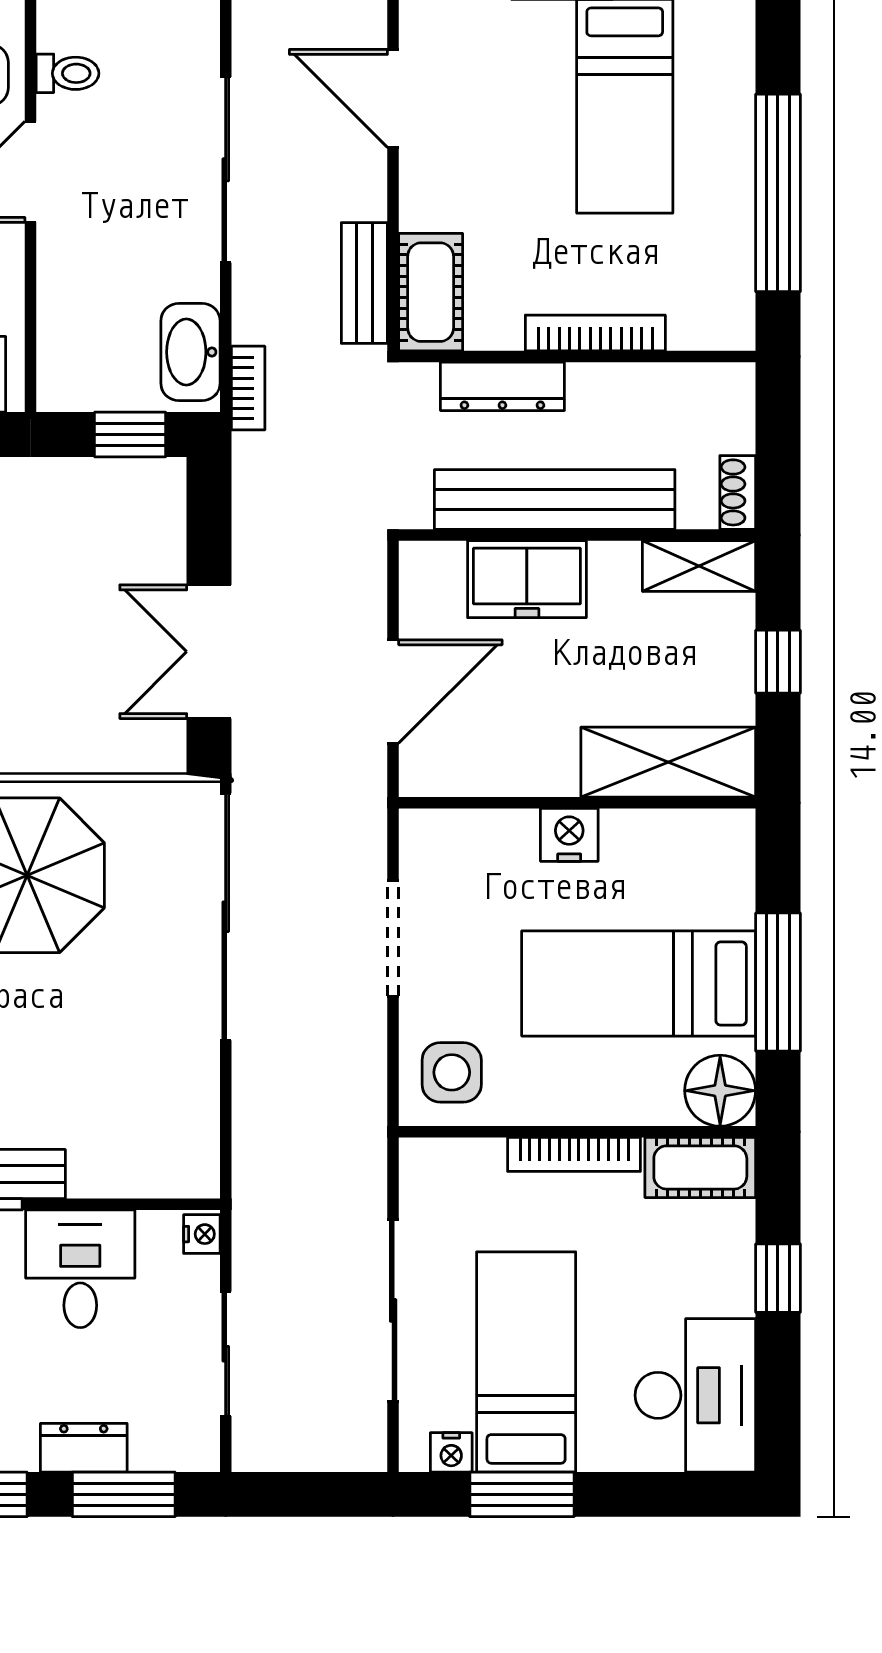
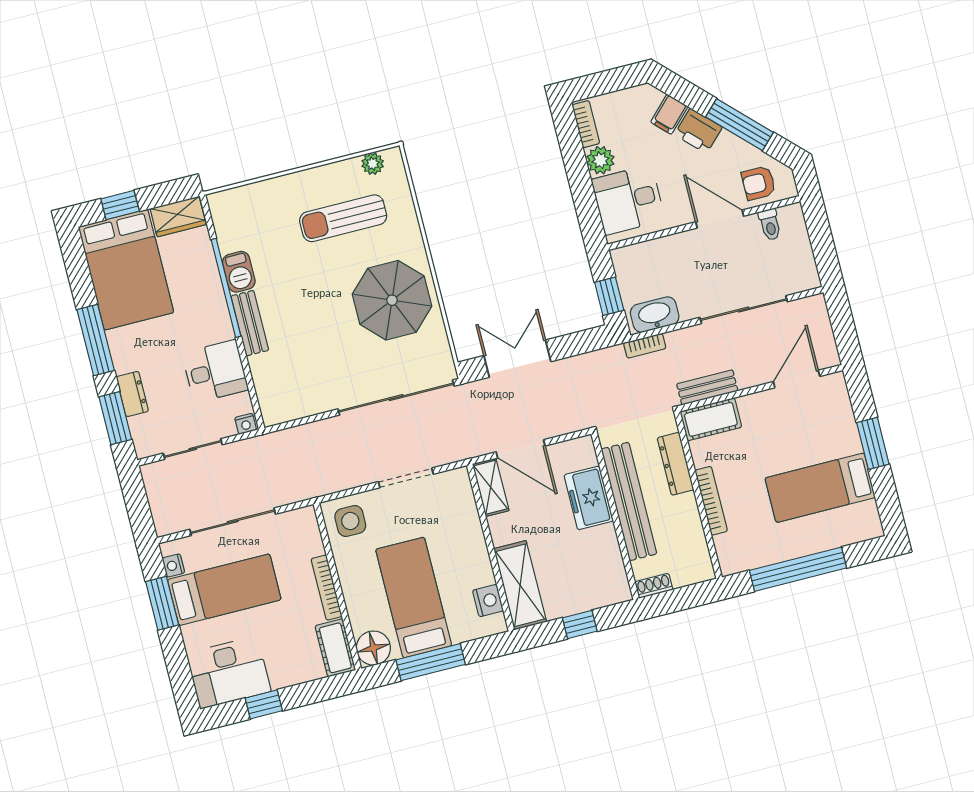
shelving: (699, 566) -> (491, 487), moved
nightstand: (569, 835) -> (488, 601), moved
window: (778, 1278) -> (264, 704), moved

